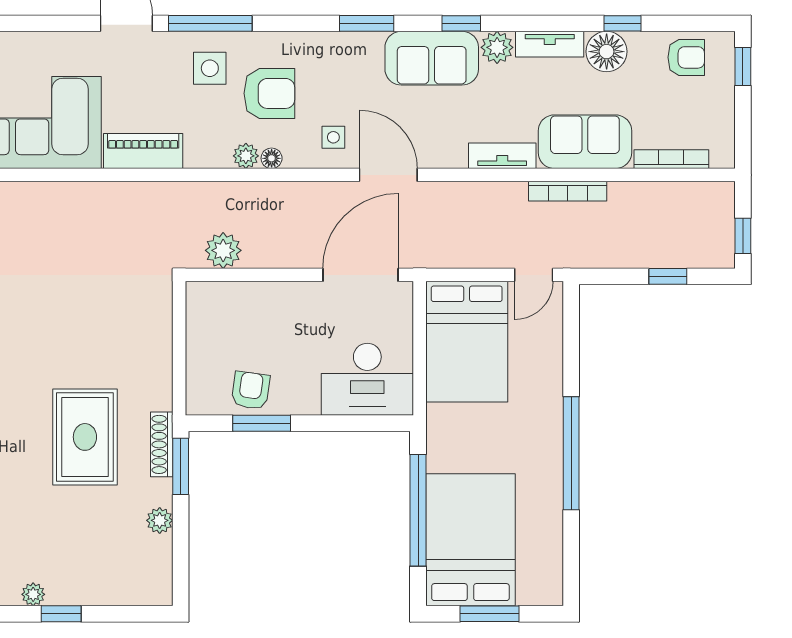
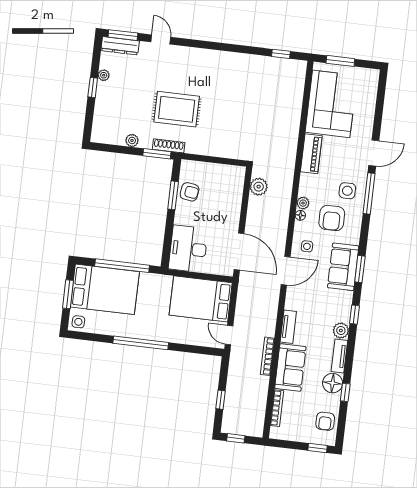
sofa: (432, 58) -> (343, 267), moved
side table: (543, 586) -> (78, 322), added

